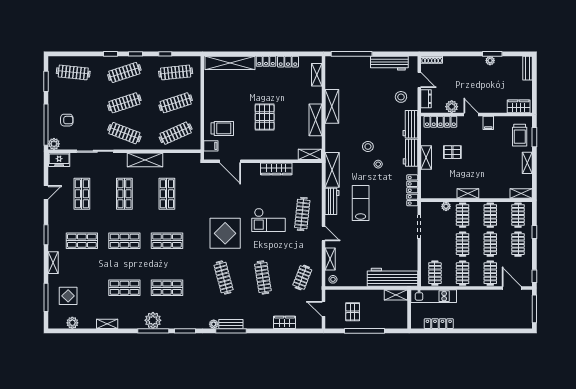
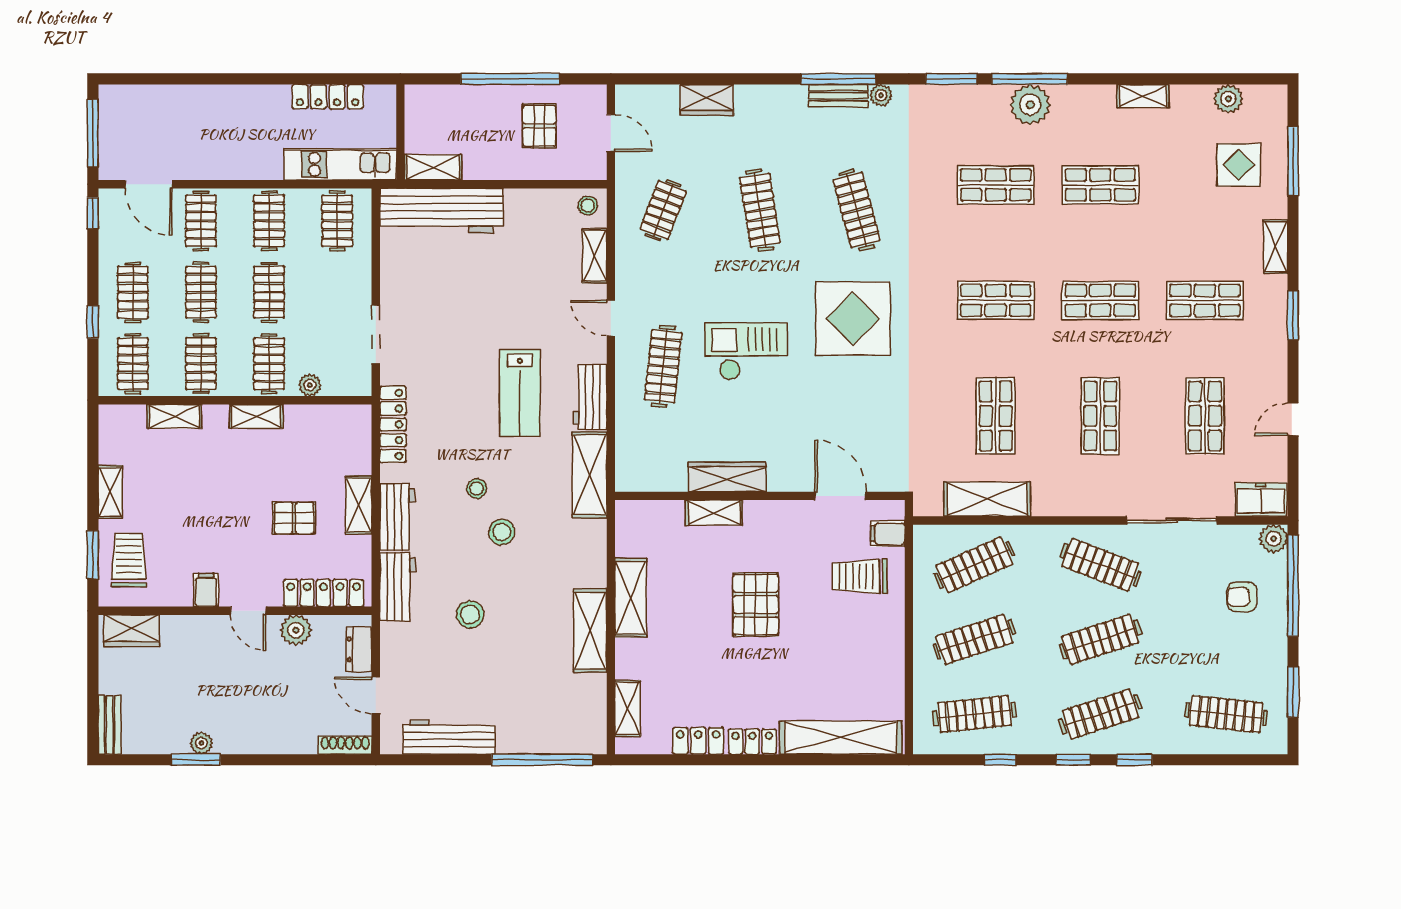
stool: (401, 97) -> (470, 614), moved
shelving: (310, 154) -> (714, 513), moved
shelving: (145, 160) -> (987, 499), moved
shelving: (521, 194) -> (174, 416), moved

